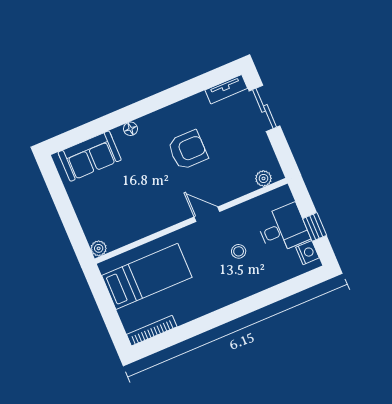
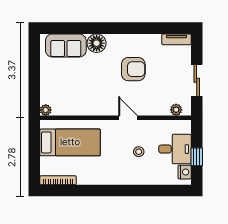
sliding door: (265, 108) -> (197, 80), moved
floor lamp: (131, 129) -> (97, 43), width x1.89, depth x1.89

